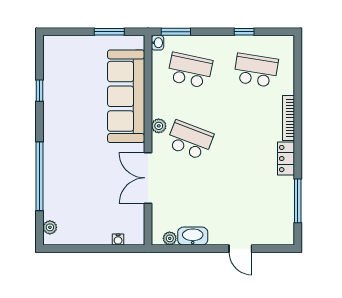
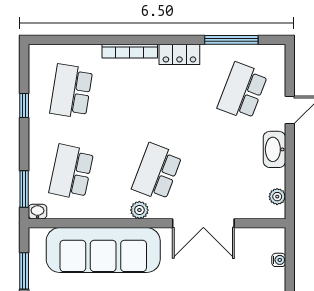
school desk: (256, 210) -> (242, 91), added
washbasin: (193, 236) -> (274, 149), moved

